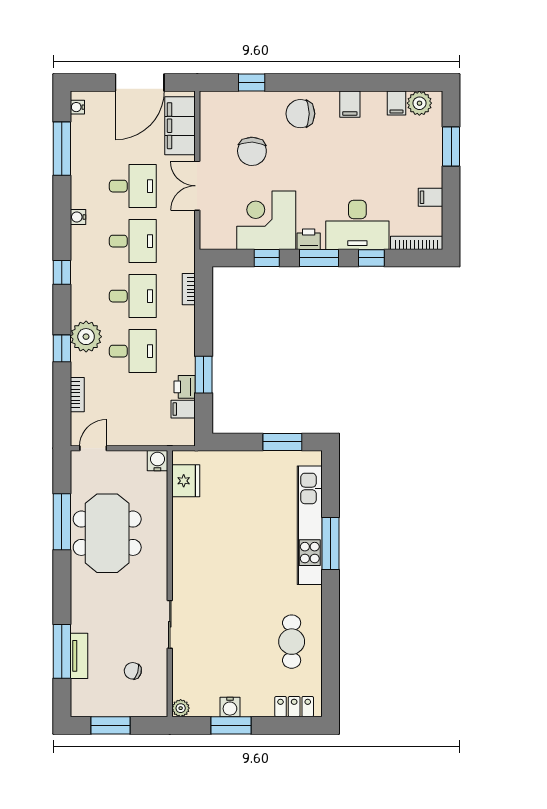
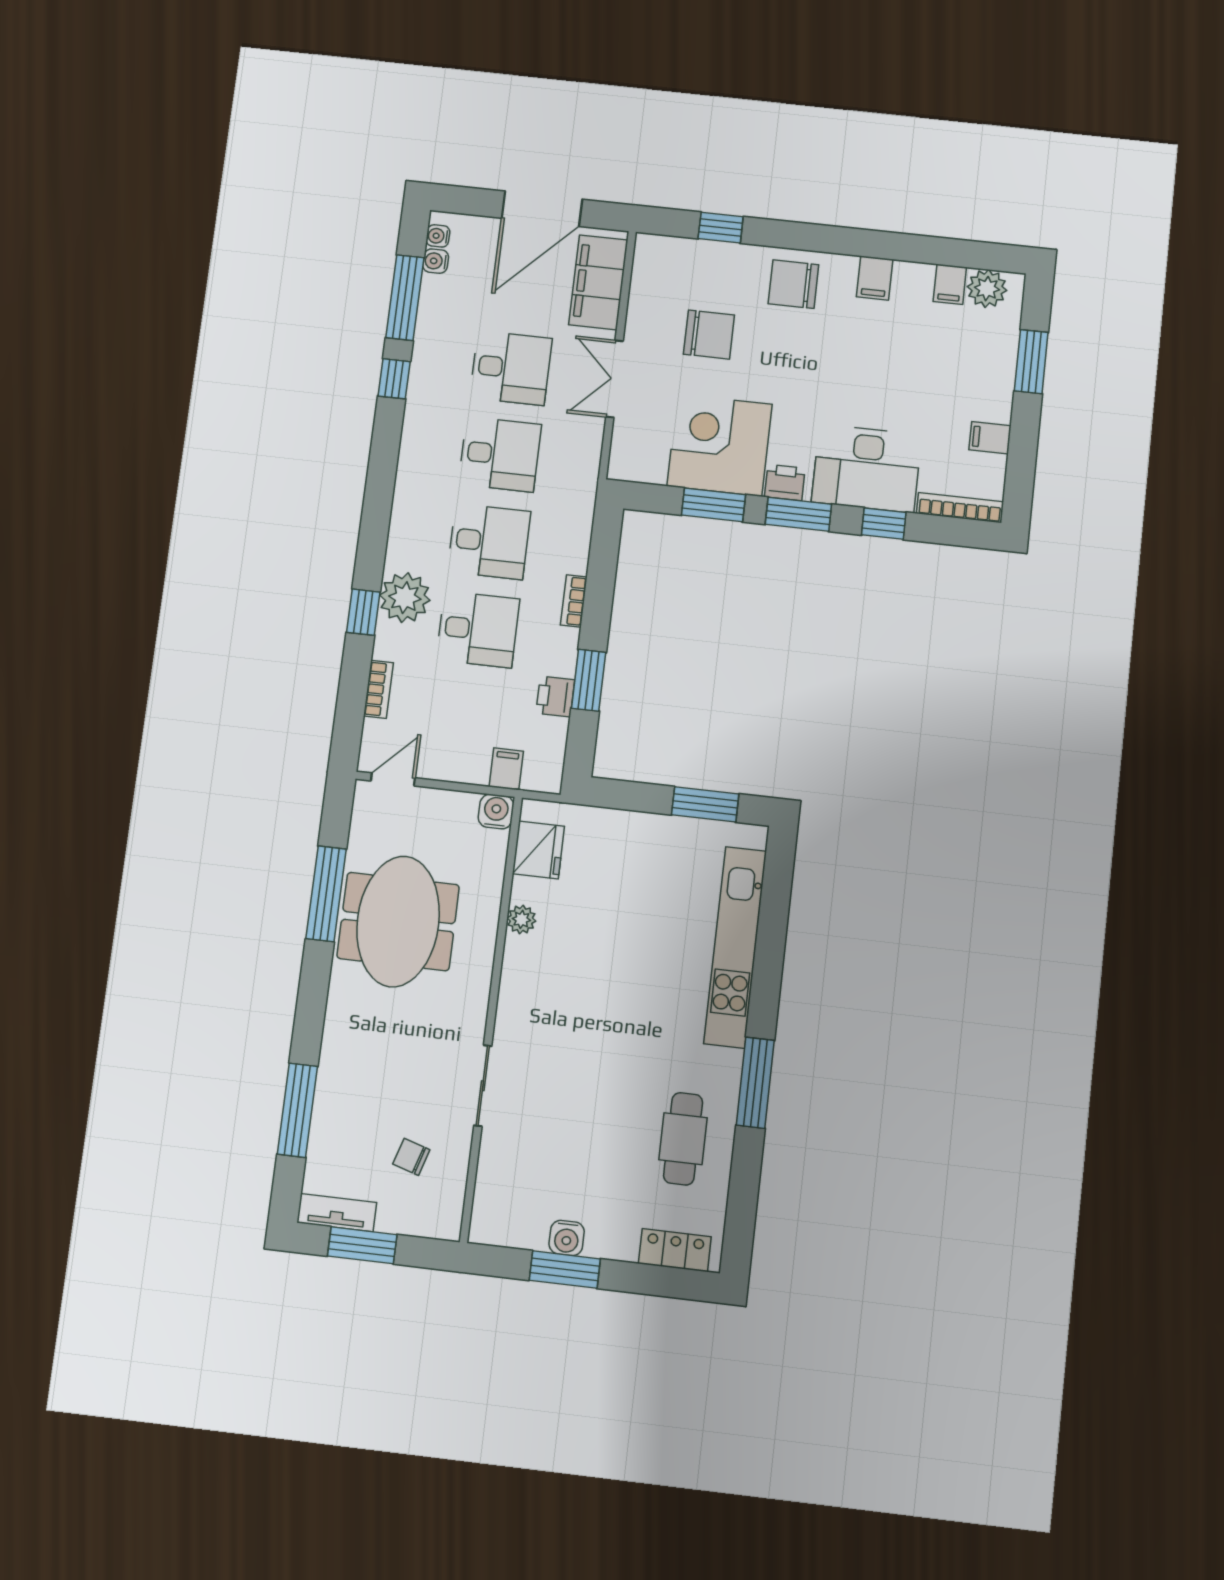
chair: (252, 151) -> (709, 335), turned -92
water cooler: (78, 217) -> (436, 261), moved
window: (267, 258) -> (713, 505), width x1.50
window: (62, 272) -> (394, 379), moved
bookcase: (189, 289) -> (574, 601), moved
filing cabinet: (183, 409) -> (506, 769), moved, turned 90
window: (330, 544) -> (755, 1083), moved
tv unit: (79, 656) -> (337, 1213), moved, turned -90
plant: (181, 708) -> (521, 919), moved

